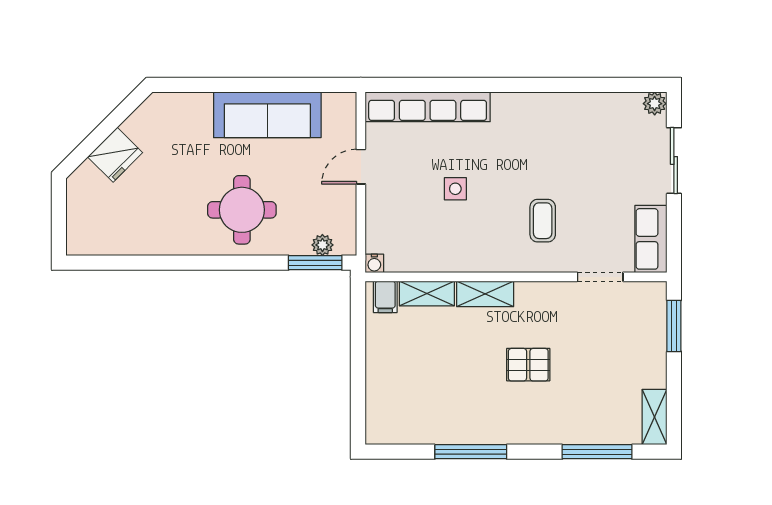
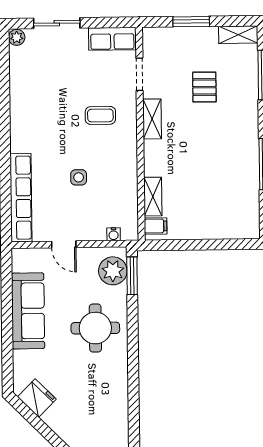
fridge: (115, 155) -> (37, 398), moved
plant: (322, 245) -> (113, 271), width x1.87, depth x1.87
water cooler: (374, 263) -> (114, 234), moved, turned 90
shelving: (485, 294) -> (152, 119), moved
window: (674, 326) -> (191, 22), moved
pallet: (528, 365) -> (204, 87), moved

